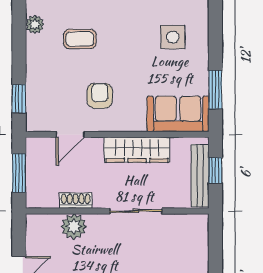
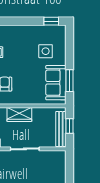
sofa: (178, 114) -> (56, 83), moved, turned -90
wardrobe: (137, 150) -> (19, 114), width x0.67

